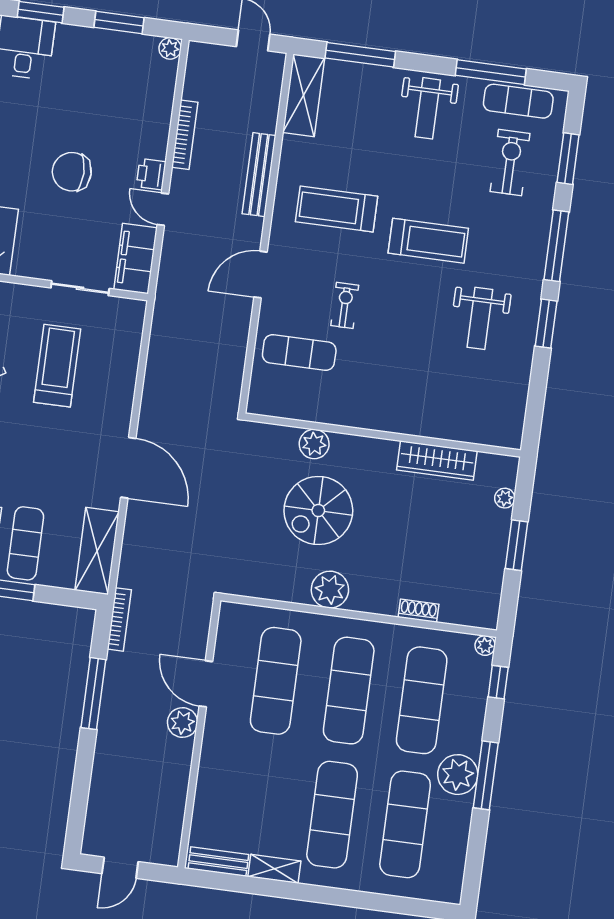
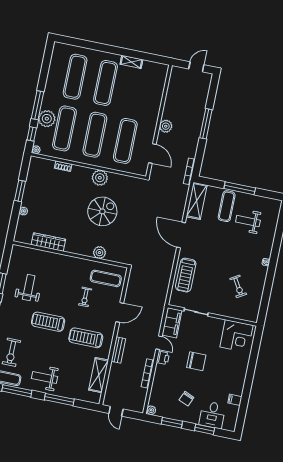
window: (360, 55) -> (59, 400), moved
chair: (88, 82) -> (186, 399), added
shelving: (304, 95) -> (99, 375), moved
weight bench: (428, 108) -> (44, 377), turned -90
bench: (259, 175) -> (118, 350), width x0.73
treadmill: (337, 209) -> (86, 338), turned 180
treadmill: (57, 366) -> (186, 275), moved
wall: (383, 435) -> (70, 254), moved
plant: (314, 444) -> (99, 253), moved
wardrobe: (437, 461) -> (48, 242), moved
door: (206, 684) -> (152, 153), moved
window: (93, 694) -> (206, 124), moved
plant: (458, 775) -> (47, 119), moved
window: (486, 775) -> (38, 105), moved
bench: (218, 862) -> (155, 67), removed

